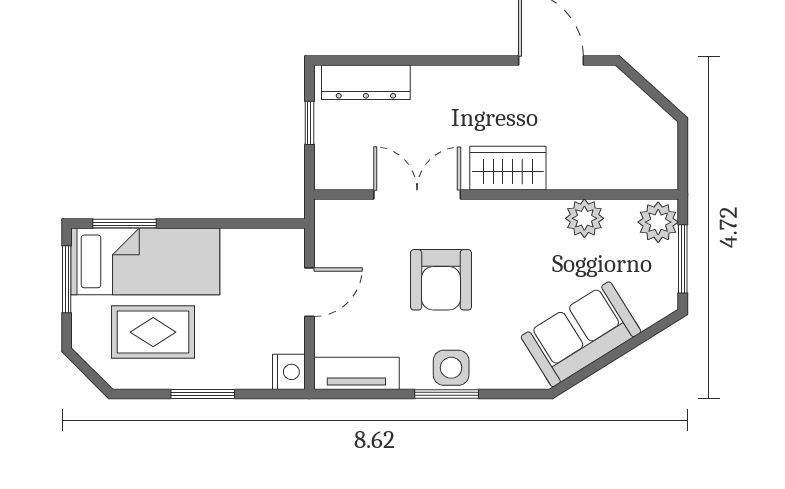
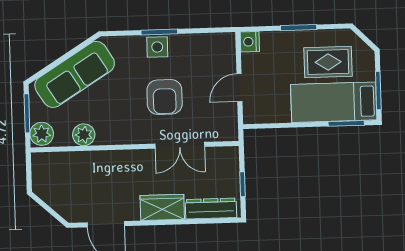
wardrobe: (508, 168) -> (162, 207), moved, turned 180
armchair: (441, 280) -> (165, 97), turned 180
sofa: (581, 334) -> (75, 74), width x1.36
tv unit: (356, 373) -> (211, 42), removed

